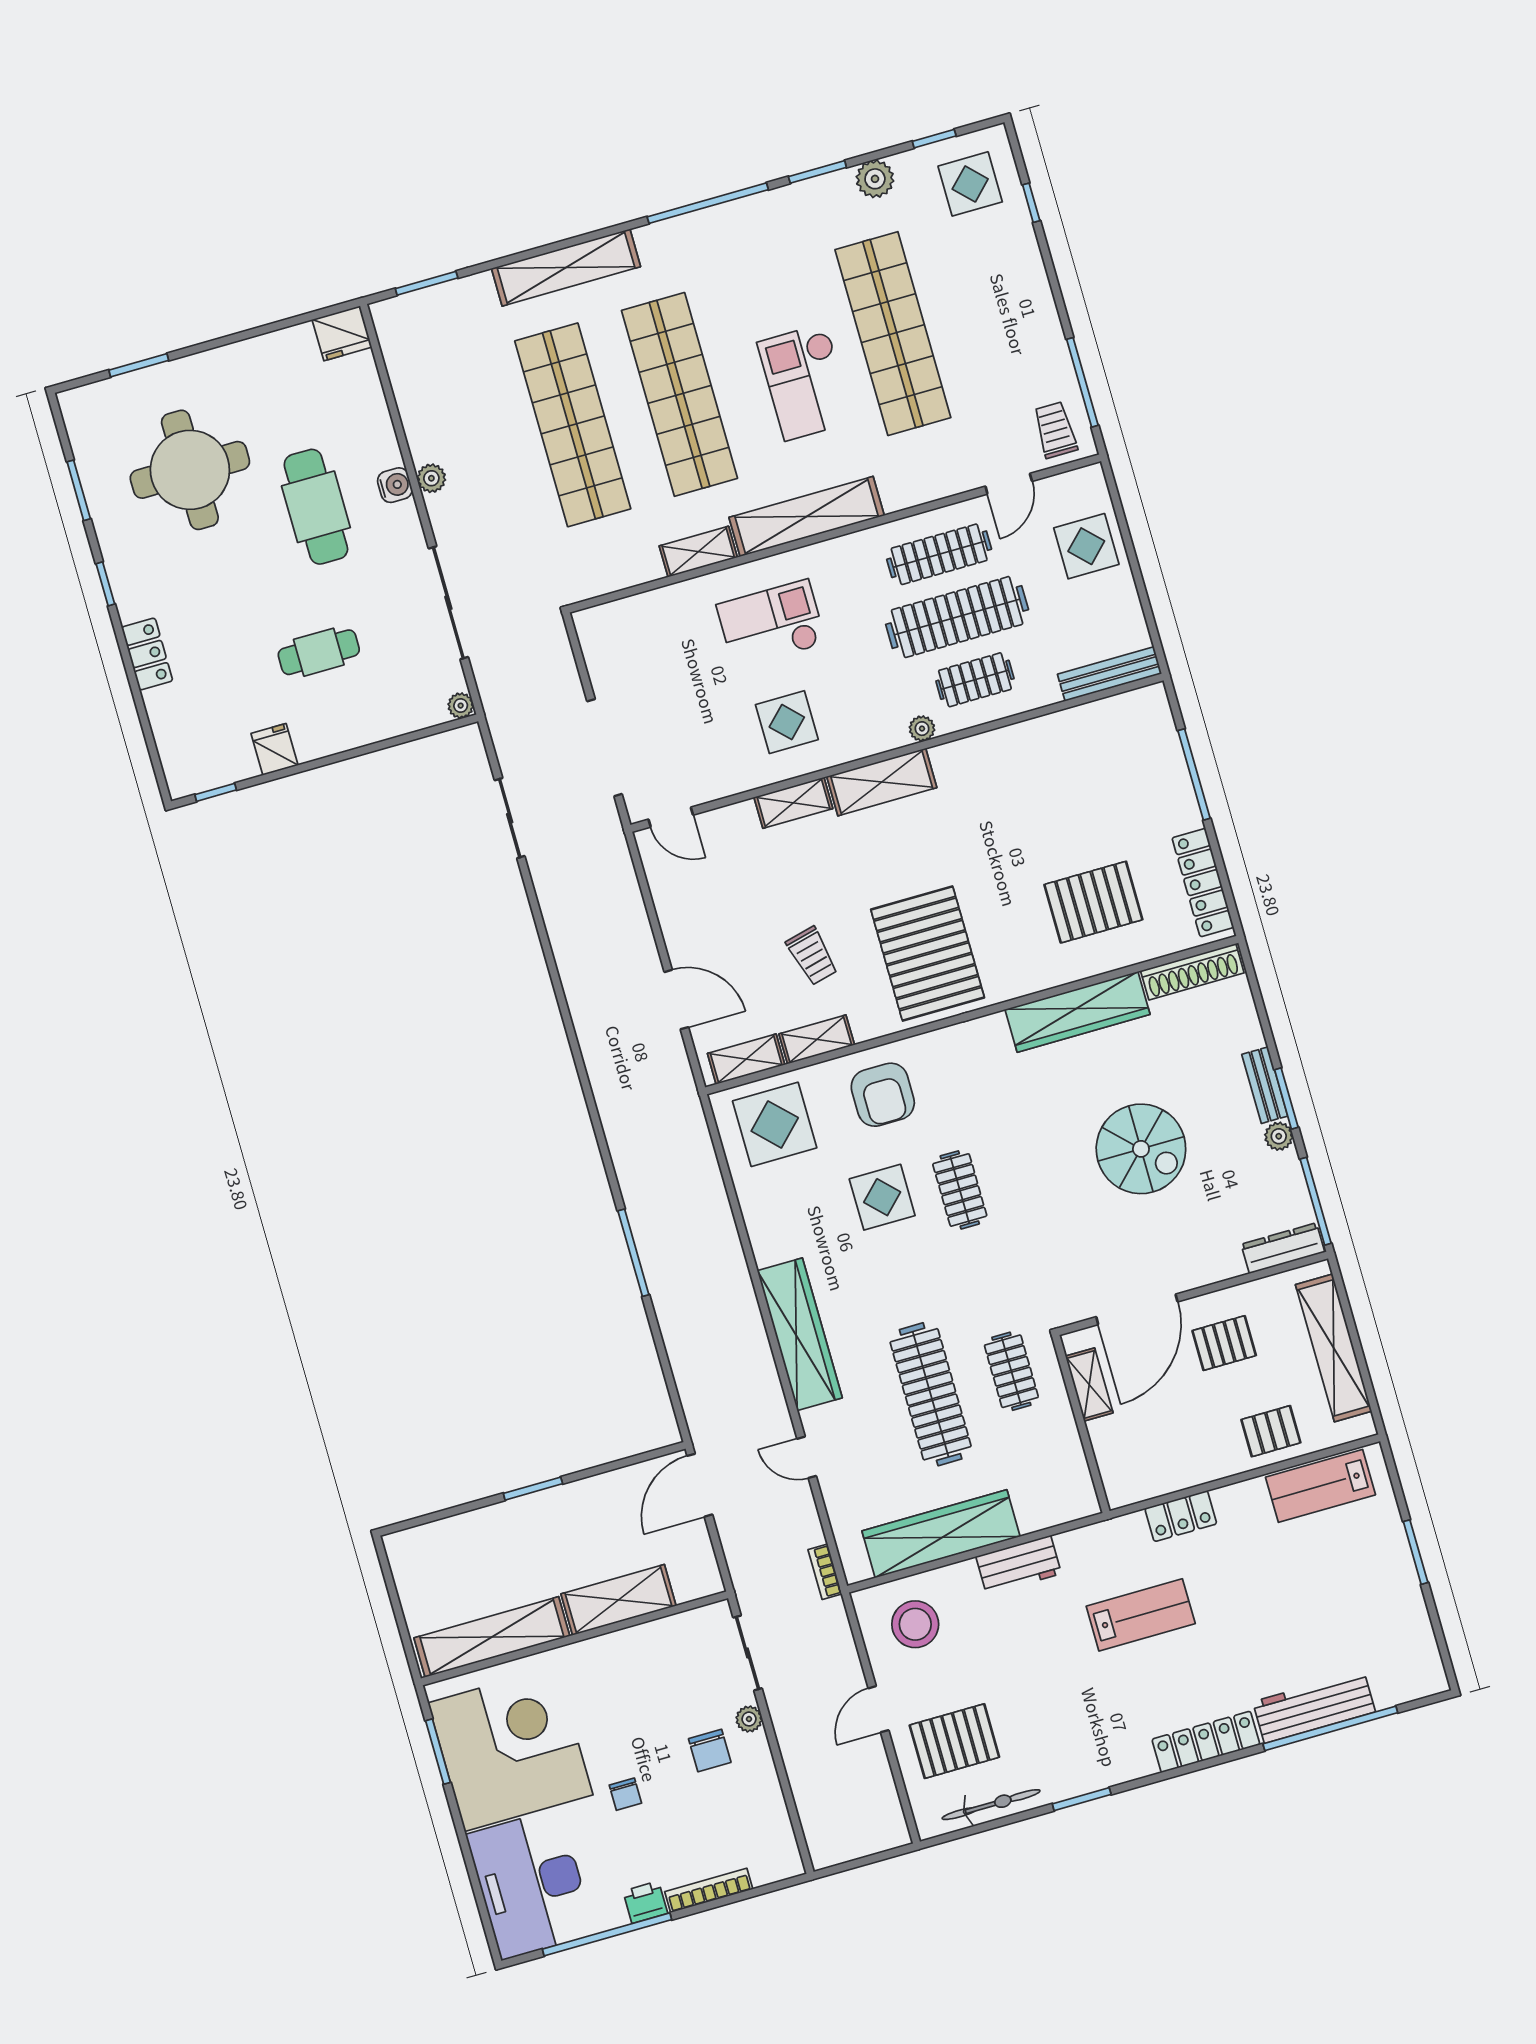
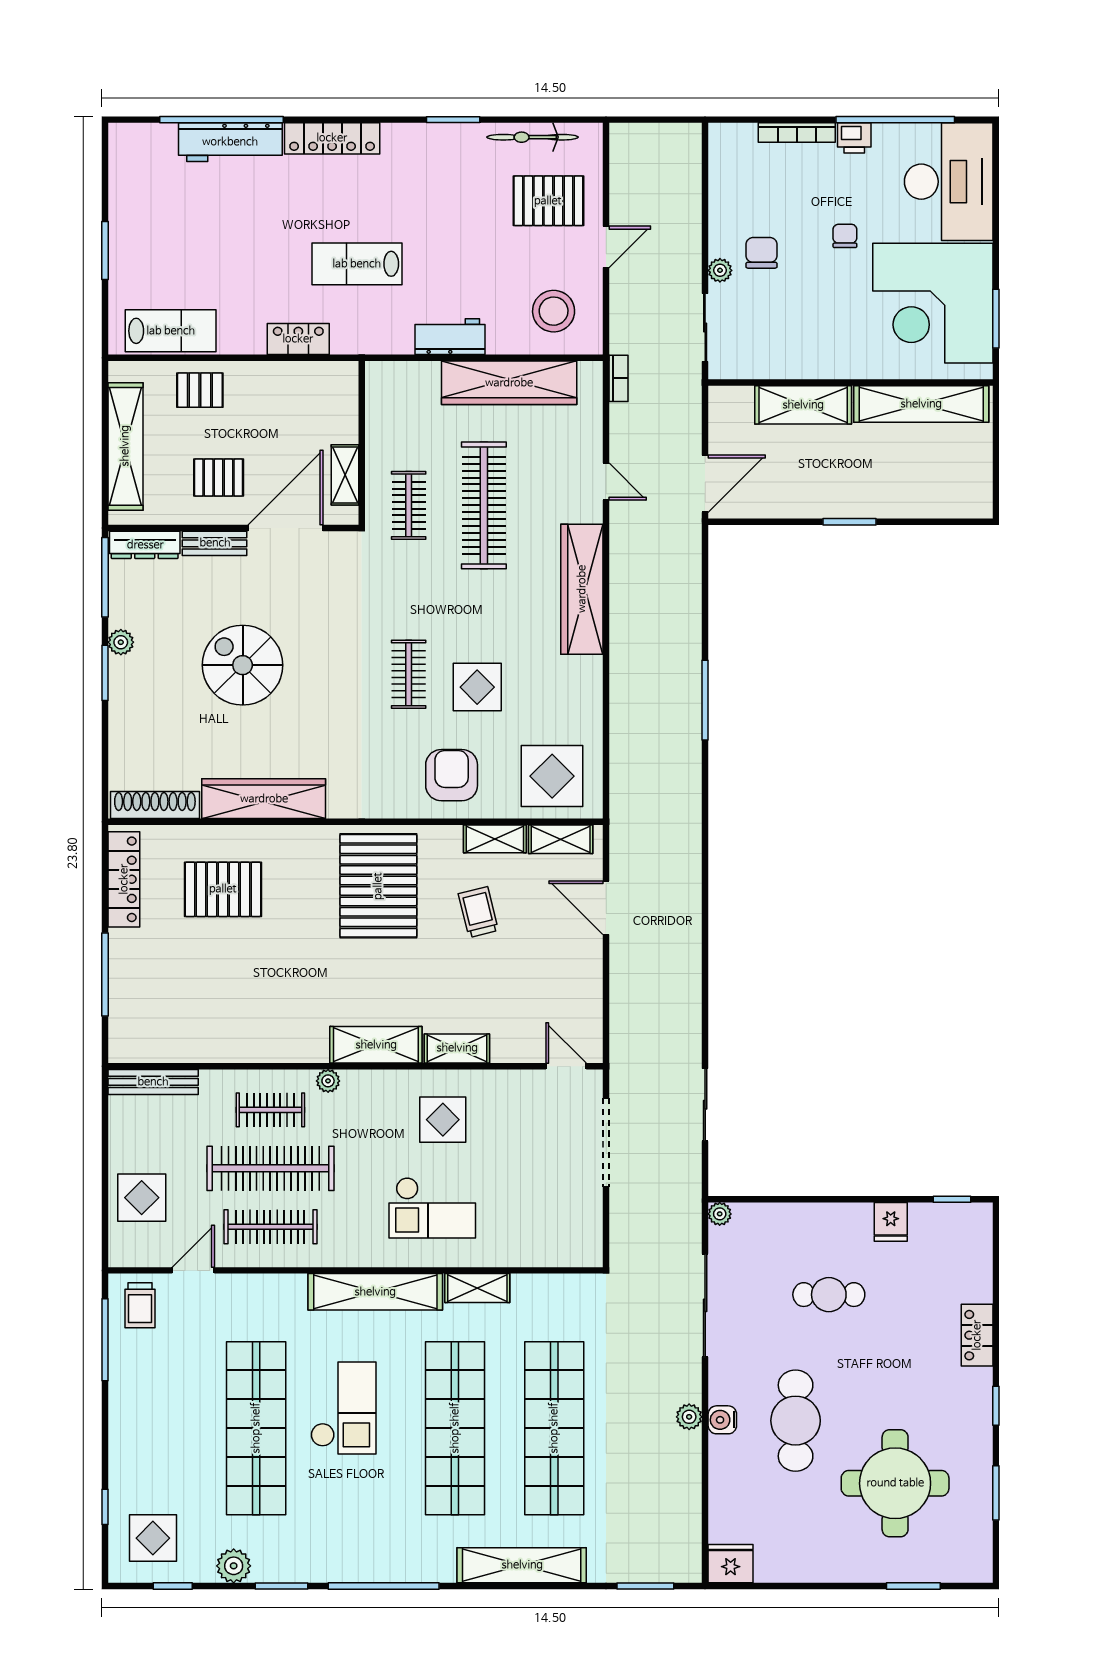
bench: (1265, 1085) -> (215, 543), moved, turned 90

